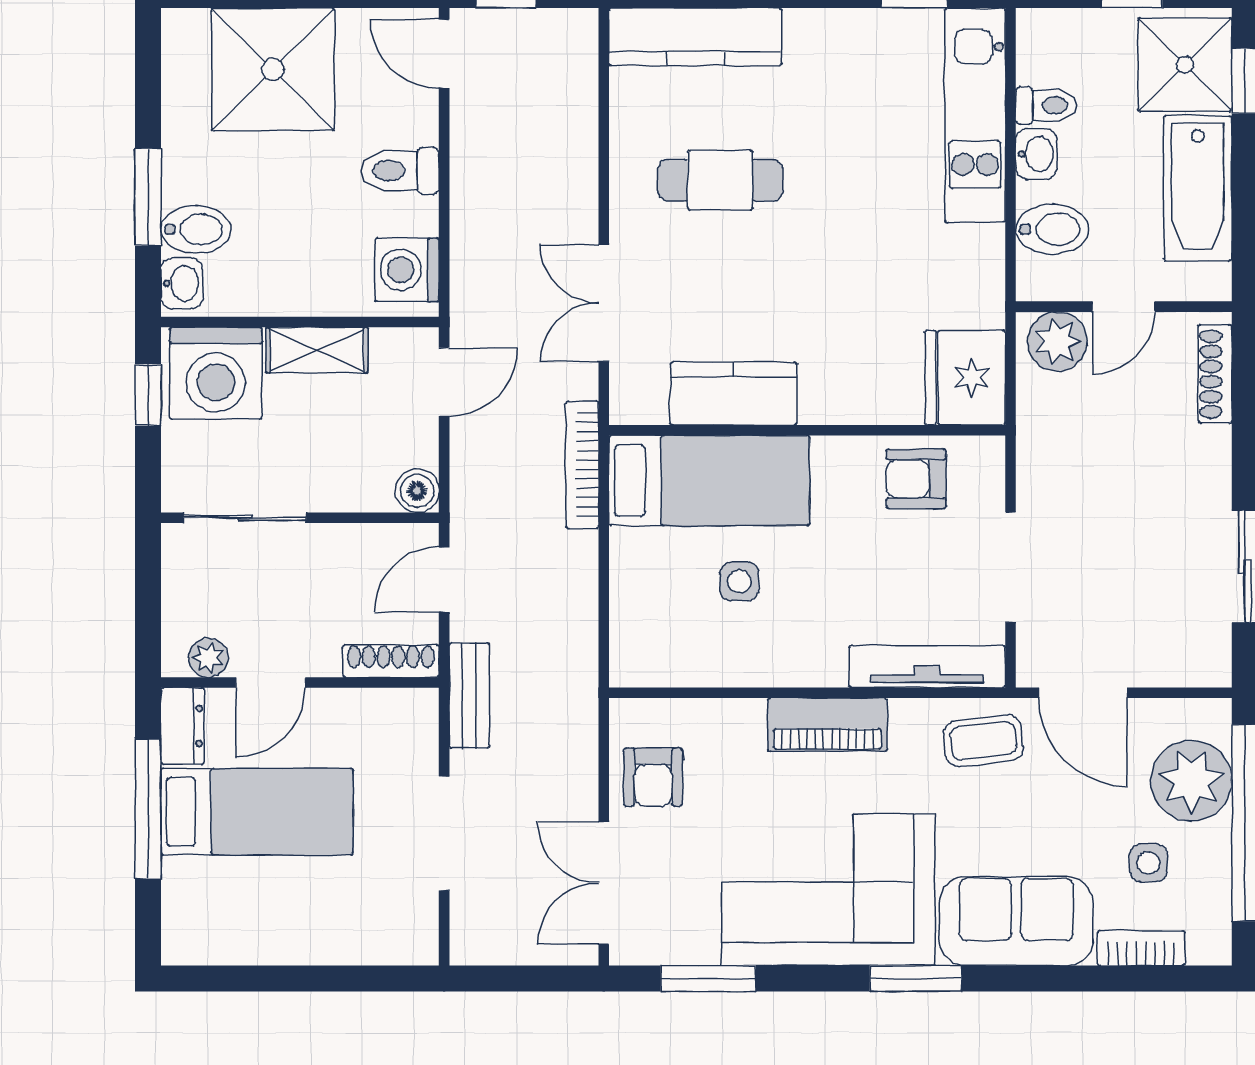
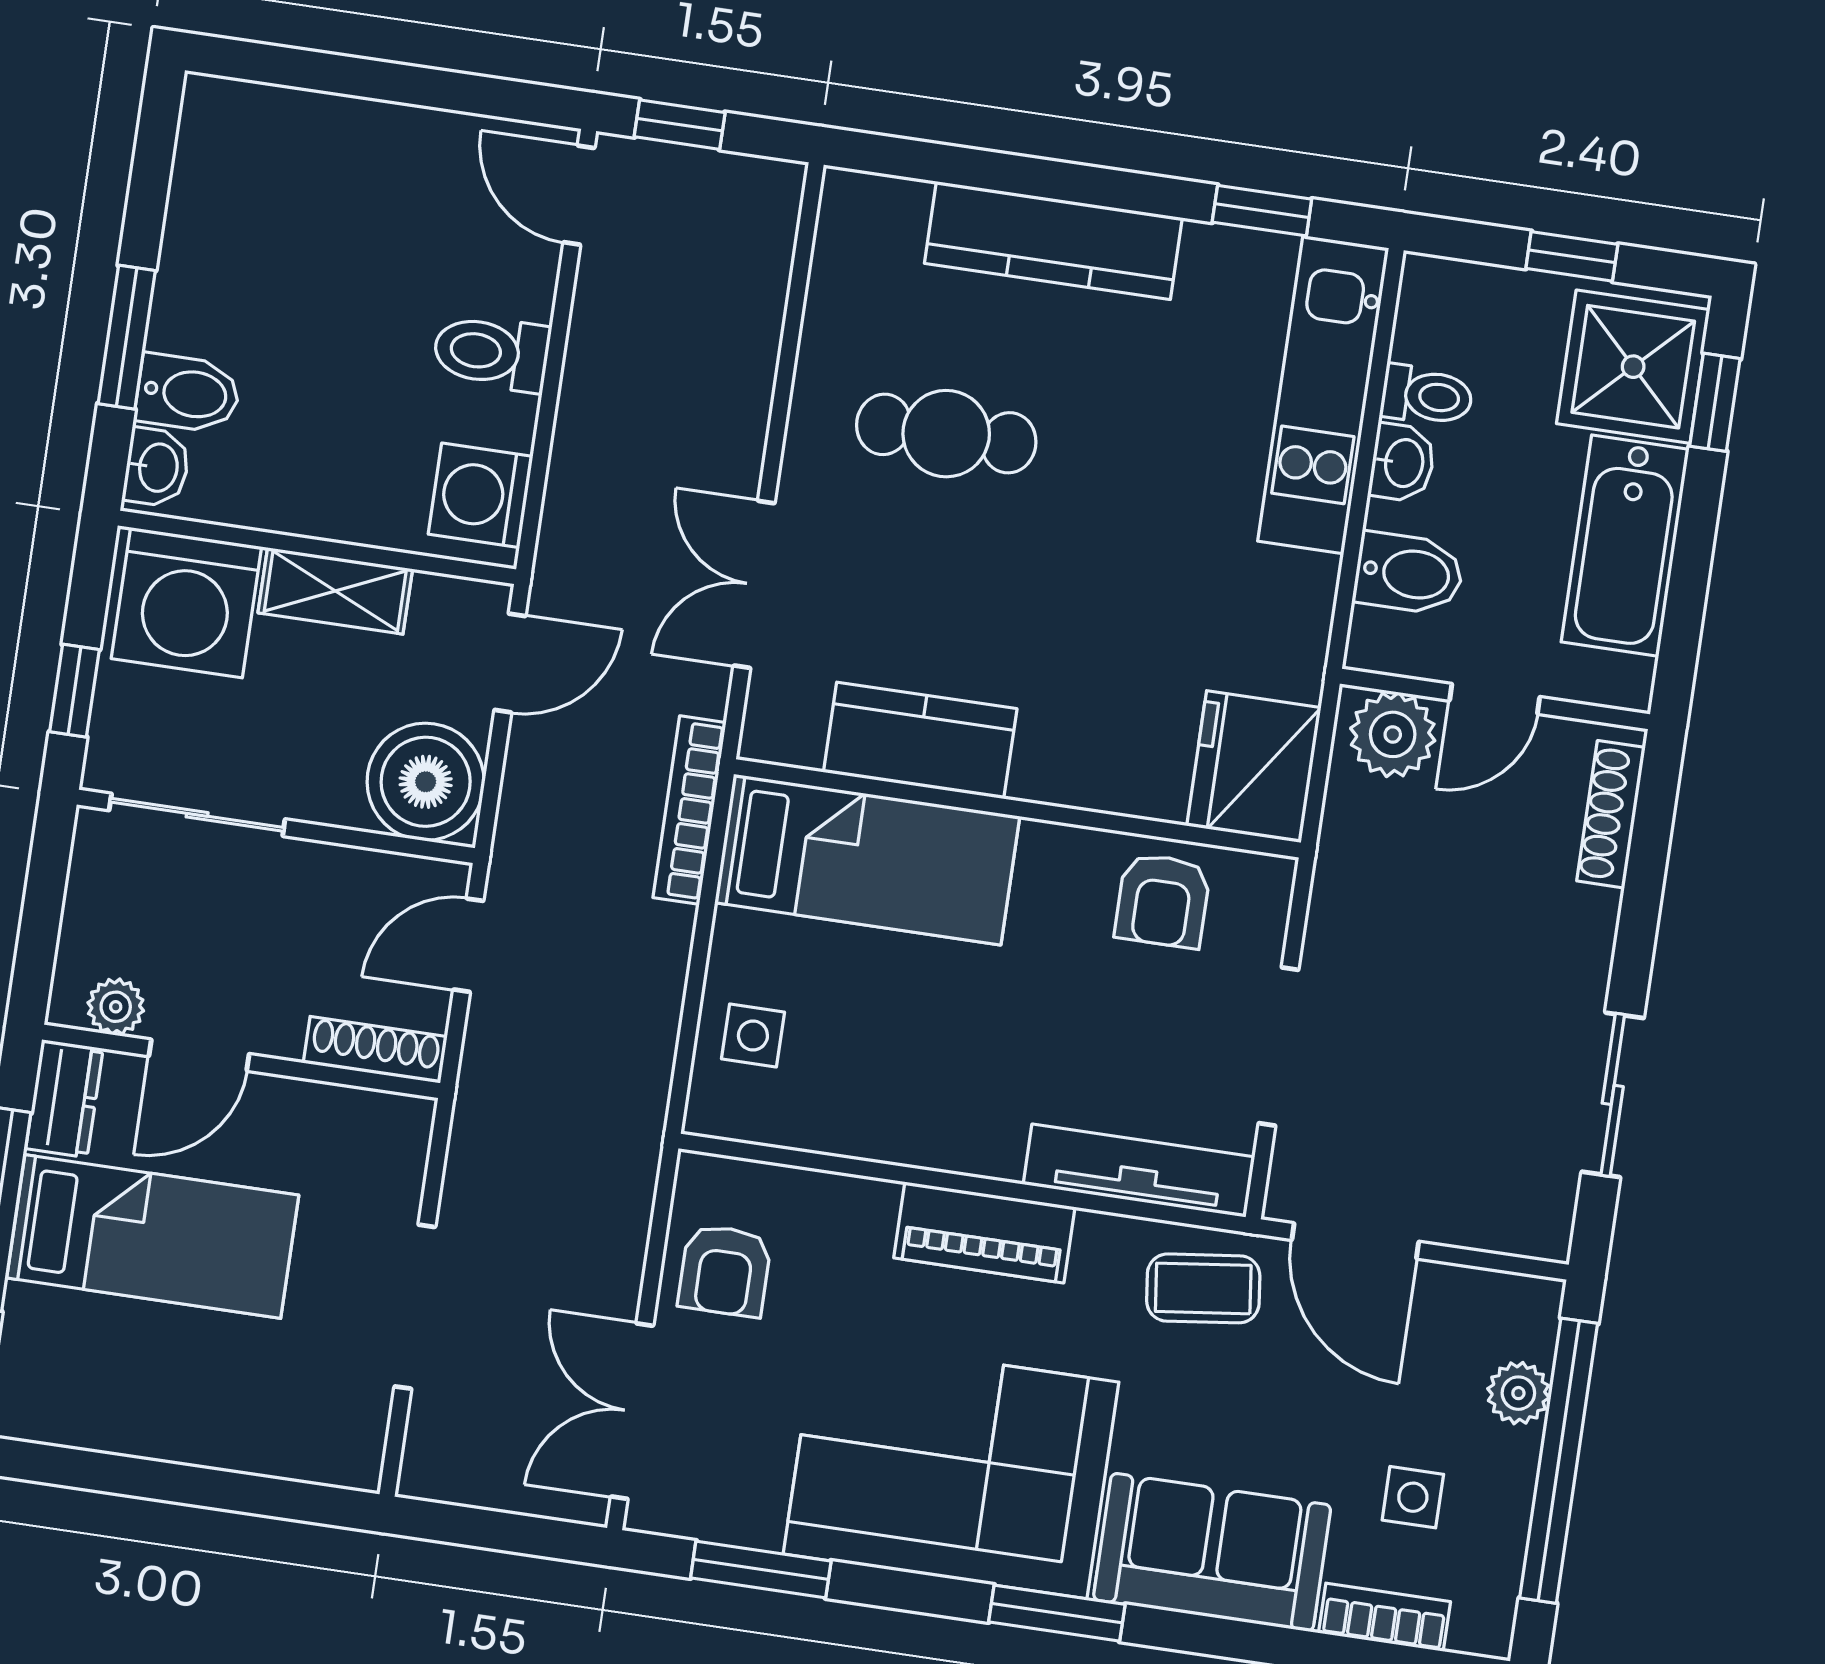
kitchen counter: (695, 37) -> (1053, 240), moved
shower: (273, 69) -> (332, 181), removed
window: (148, 395) -> (74, 691), moved
armchair: (916, 479) -> (1163, 901), turned -90
boiler: (417, 491) -> (426, 782), width x1.86, depth x1.86
side table: (739, 581) -> (753, 1036), moved
bench: (469, 695) -> (480, 1115), removed
plant: (1191, 781) -> (1518, 1393), width x0.53, depth x0.53

